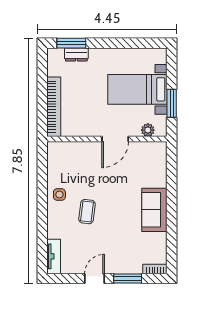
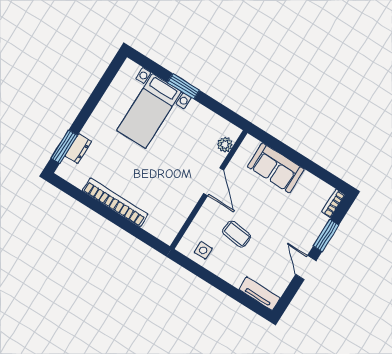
plant: (148, 130) -> (225, 145), moved
wall: (107, 139) -> (209, 190), moved
door: (115, 139) -> (214, 182), moved

